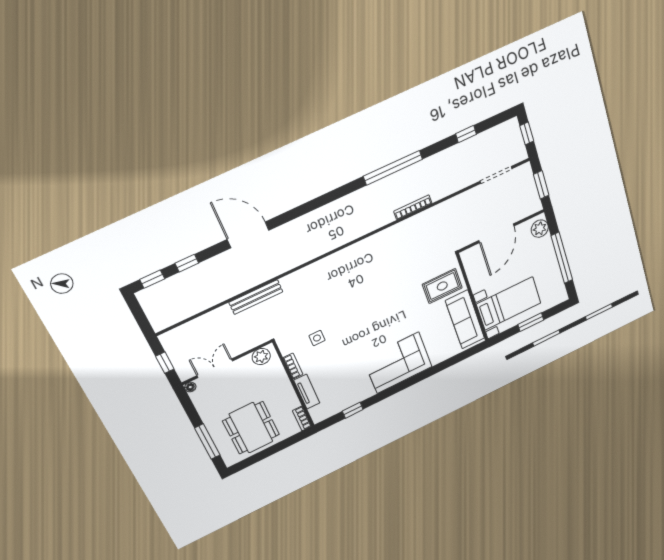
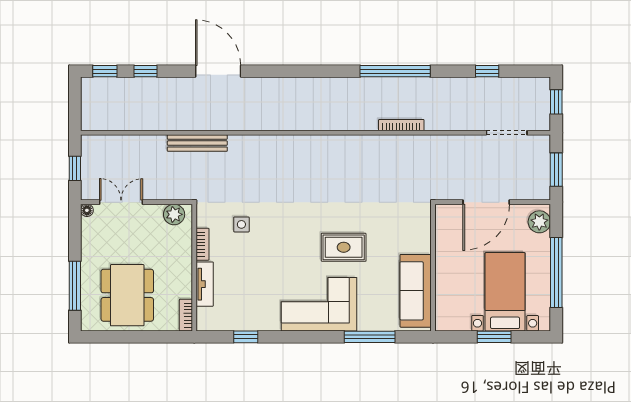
rug: (442, 286) -> (344, 247), moved
bed with nightstands: (509, 304) -> (505, 292), moved, turned -90
window: (443, 366) -> (370, 337), added

